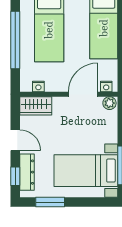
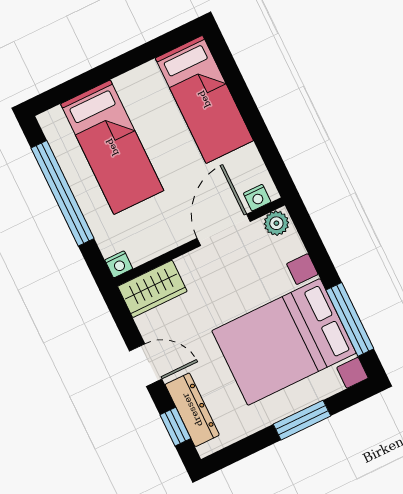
nightstand: (38, 86) -> (119, 264), moved
bed with nightstands: (86, 171) -> (284, 342), width x1.36
window: (50, 202) -> (302, 420), moved

